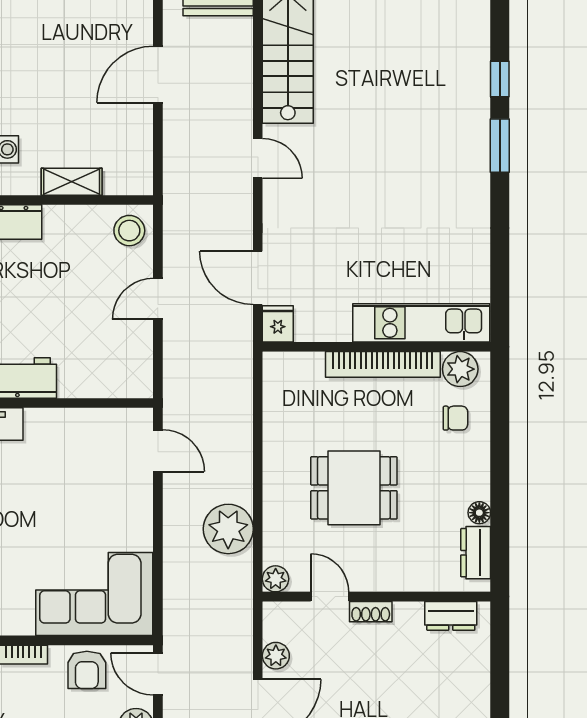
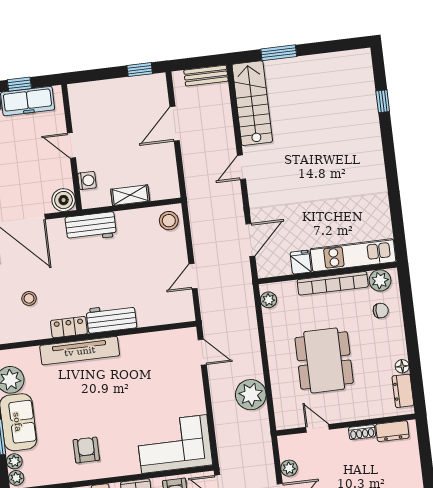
window: (500, 146) -> (388, 142), removed
door: (258, 158) -> (242, 167), swing flipped
door: (258, 278) -> (250, 240), swing flipped
door: (158, 299) -> (193, 276), moved
fridge: (278, 324) -> (301, 262), moved
dining table: (354, 488) -> (324, 360), width x1.38
plant: (276, 579) -> (269, 300), moved
shoe rack: (371, 612) -> (362, 432), moved

